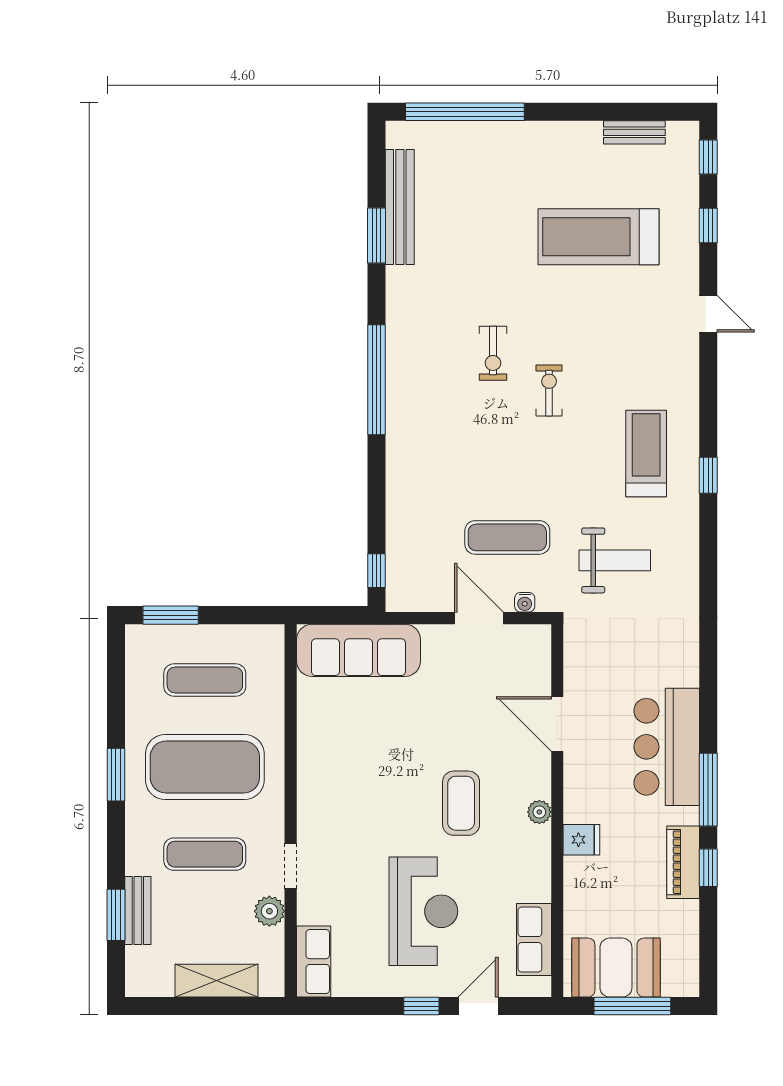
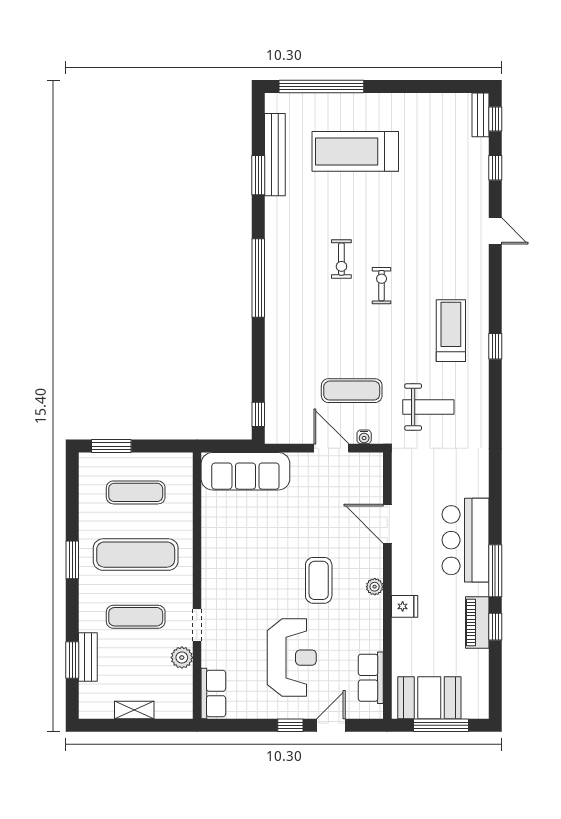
bench: (634, 132) -> (480, 115), moved, turned 90
treadmill: (598, 237) -> (355, 151), moved
exercise mat: (205, 767) -> (136, 555), width x0.68
shelving: (217, 981) -> (134, 710), width x0.67, depth x0.75

